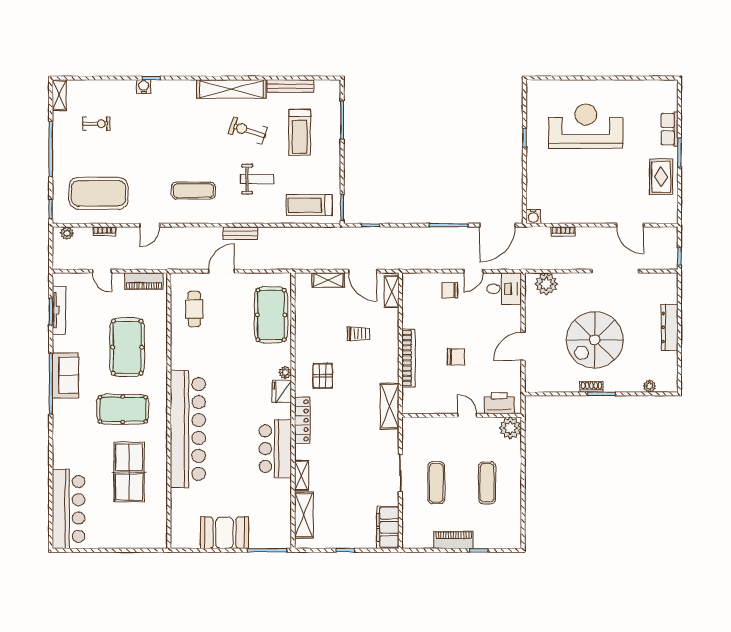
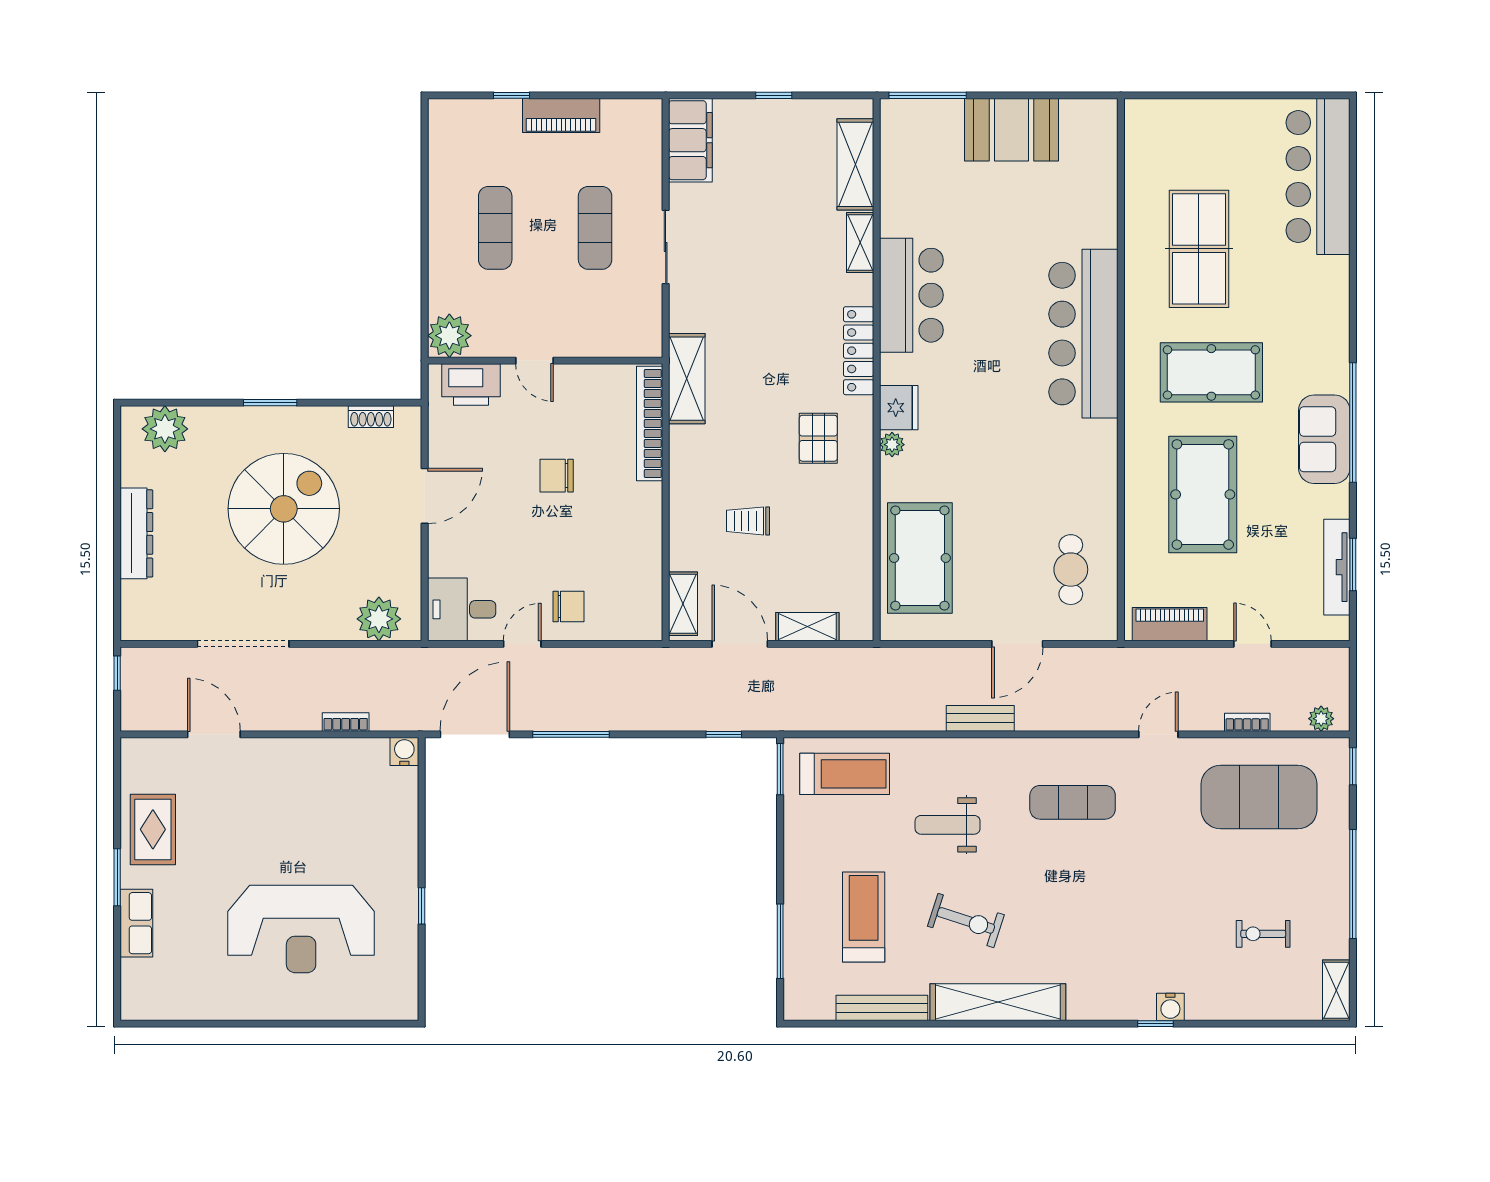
bookcase: (408, 358) -> (650, 424), moved
plant: (650, 386) -> (165, 429), width x1.87, depth x1.87
shoe rack: (591, 387) -> (371, 417), moved
bar counter: (188, 429) -> (1083, 334), width x0.73

